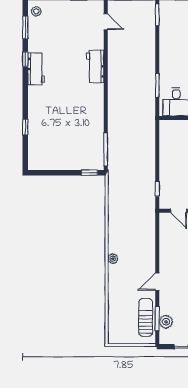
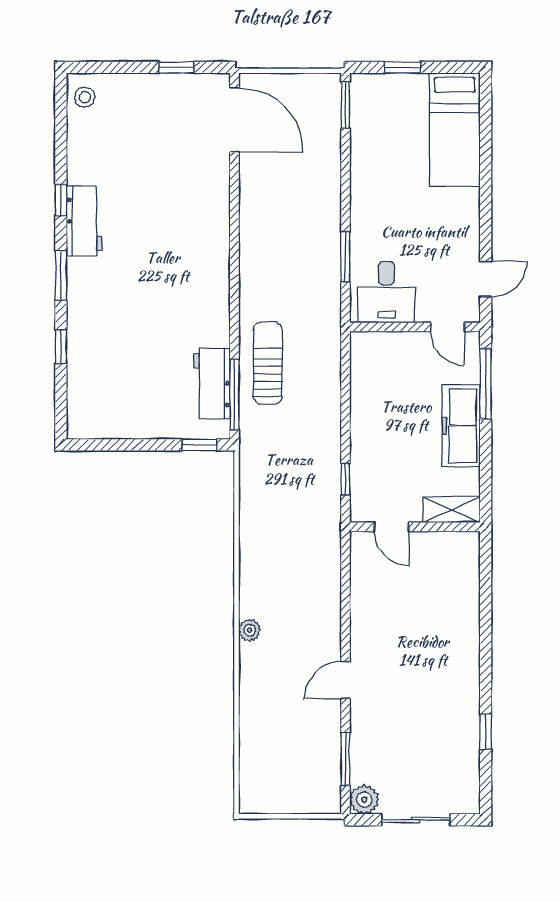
door: (106, 22) -> (234, 120), width x1.88
window: (25, 28) -> (61, 275), moved
workbench: (95, 66) -> (212, 384), moved
sun lounger: (146, 317) -> (268, 363), moved
plant: (166, 322) -> (364, 800), moved

